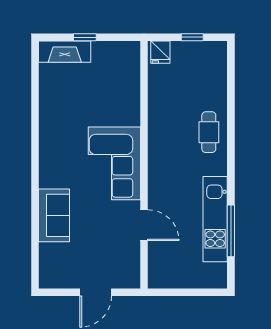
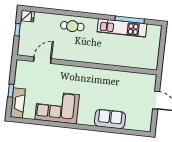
fridge: (160, 52) -> (27, 16), moved
corner sofa: (114, 163) -> (57, 107), moved, turned 180
door: (144, 225) -> (42, 60), moved

